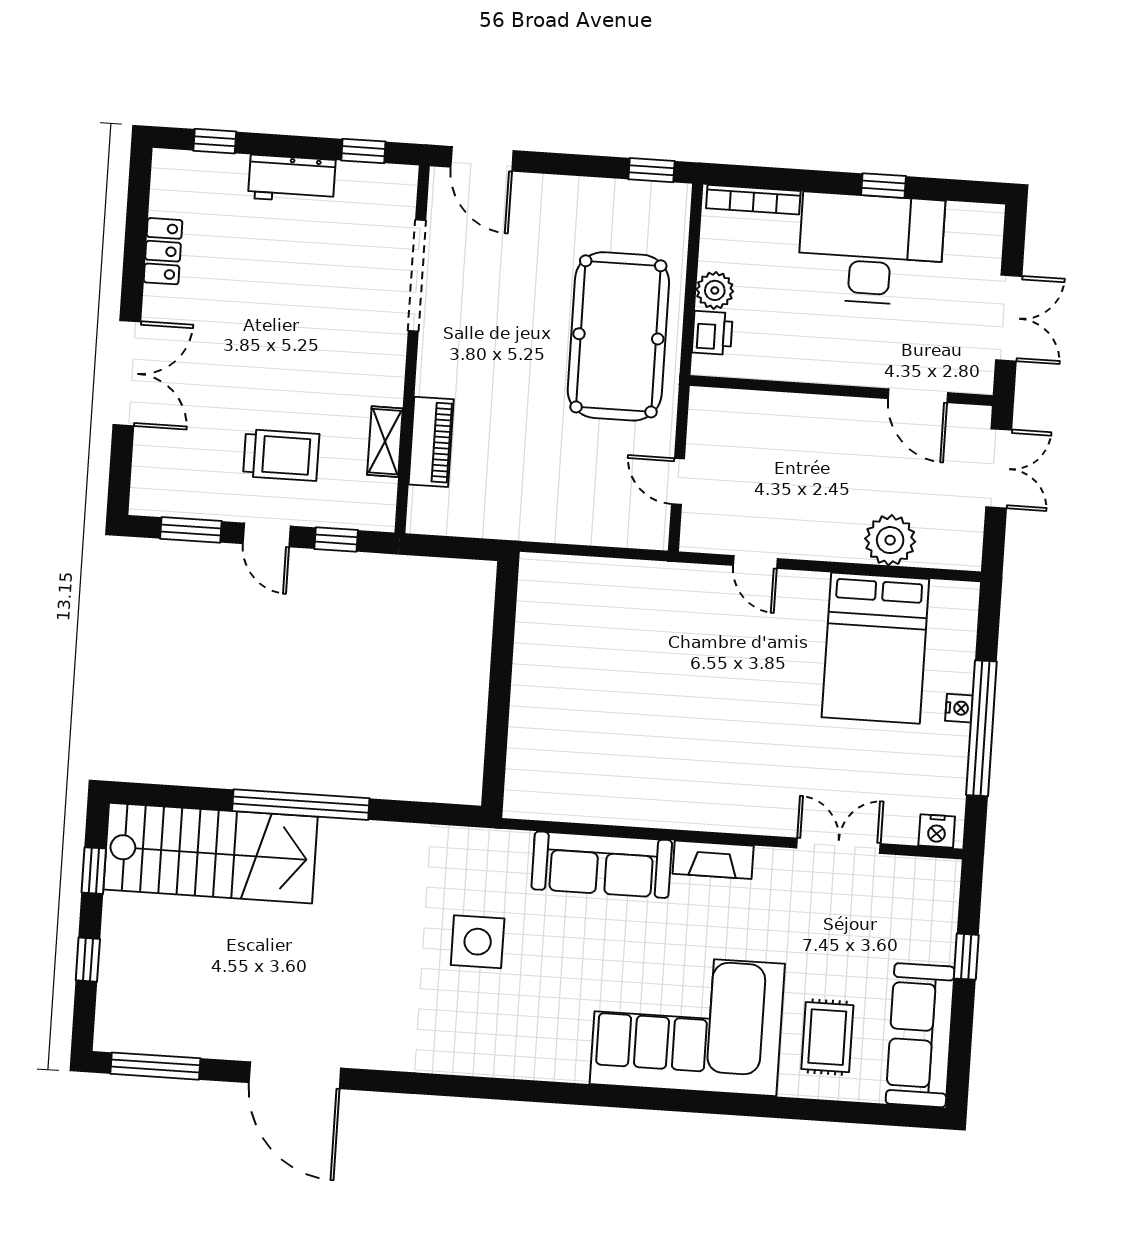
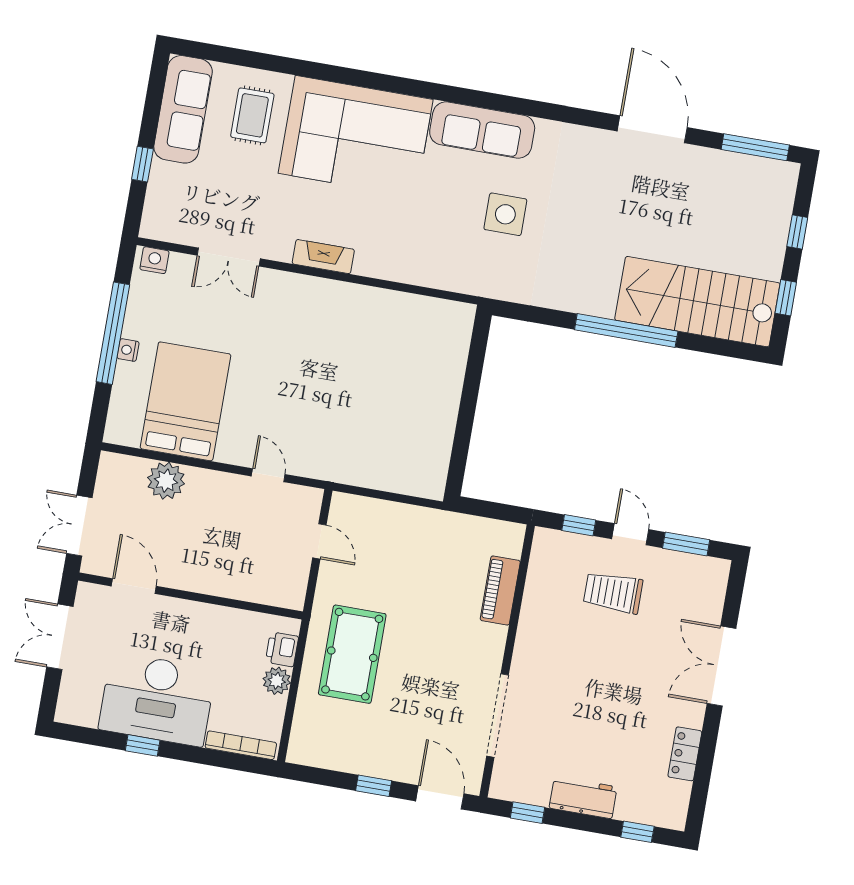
window: (651, 170) -> (374, 786), moved
pool table: (618, 336) -> (352, 654), width x0.73, depth x0.76
shelving: (385, 442) -> (535, 594), removed
sofa: (602, 865) -> (482, 130), moved, turned 180

